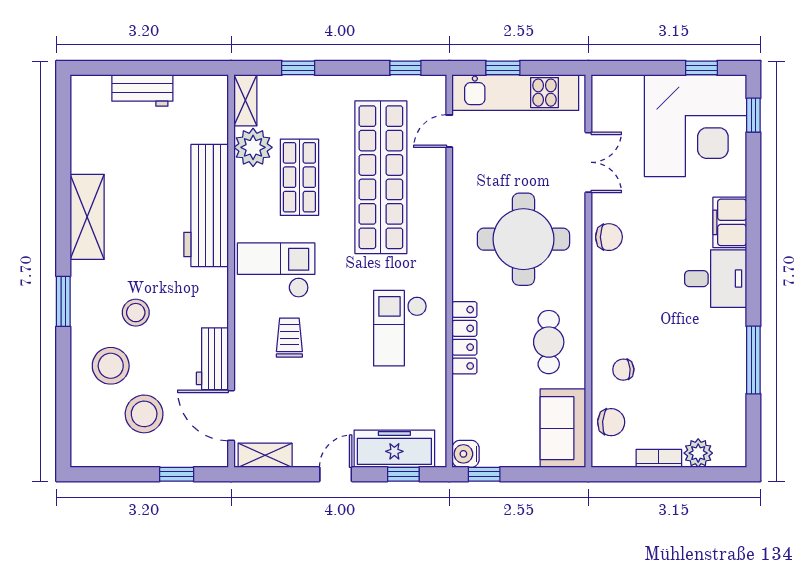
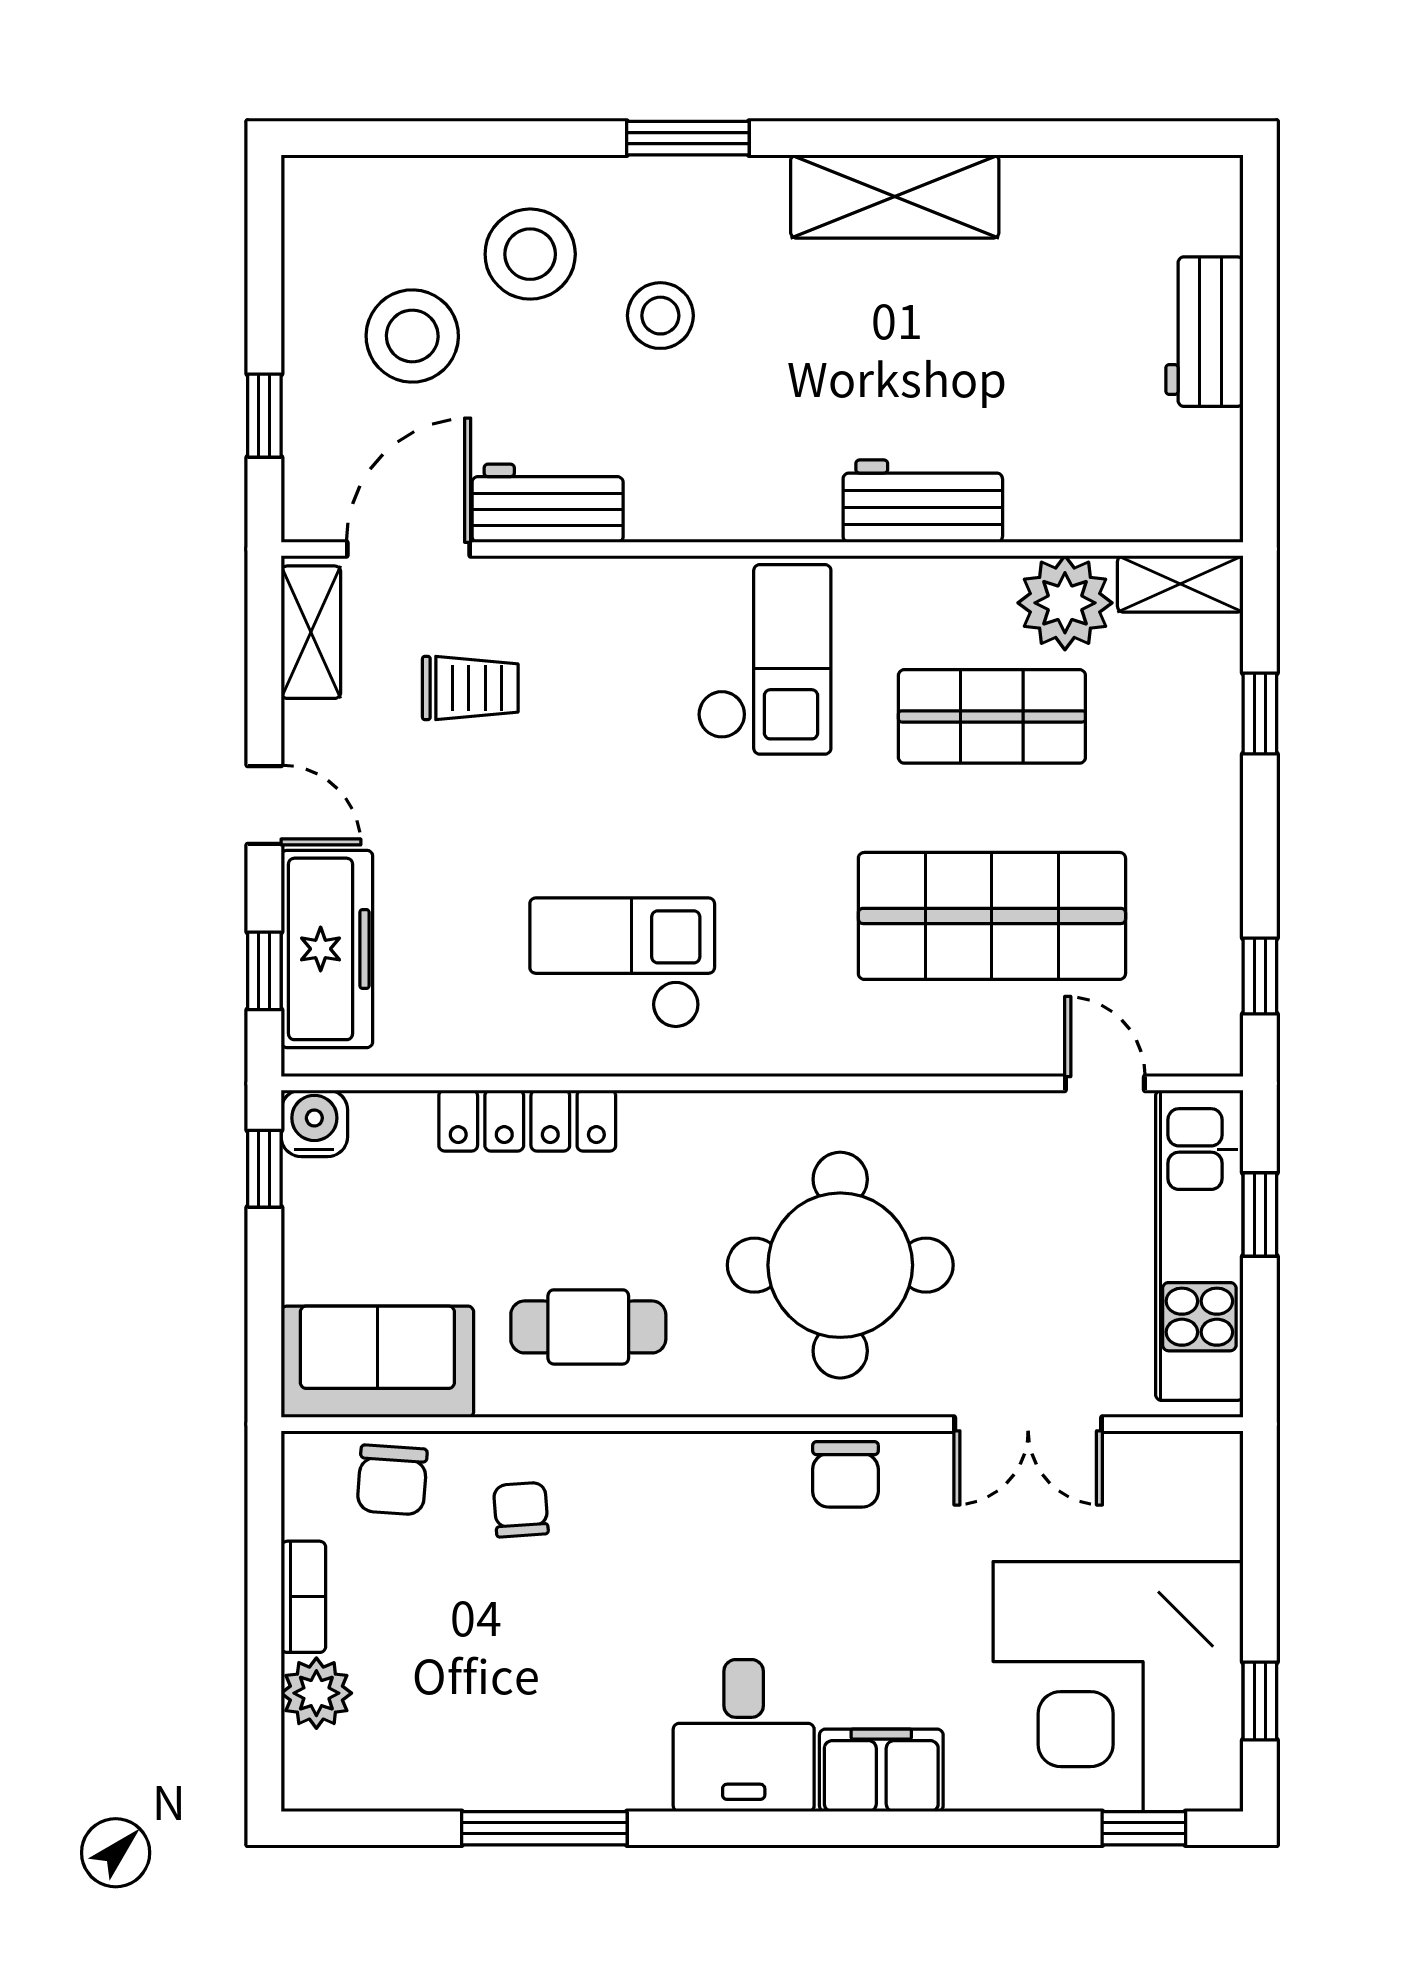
shop shelf: (381, 177) -> (992, 916), width x0.71
workbench: (206, 205) -> (923, 501), width x0.53, depth x0.76
trolley: (289, 338) -> (470, 688), moved
locker: (464, 338) -> (527, 1121), moved

